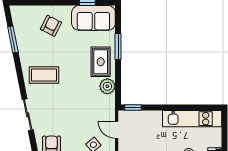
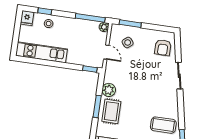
window: (118, 46) -> (97, 106), moved
coffee table: (44, 75) -> (163, 125), moved

